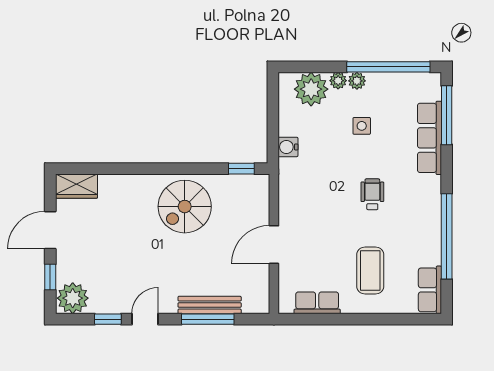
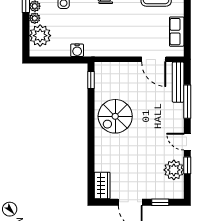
spiral stairs: (185, 207) -> (115, 116), turned 90
door: (274, 245) -> (154, 59), moved
plant: (73, 298) -> (174, 170), moved
bench: (210, 305) -> (178, 82), moved

